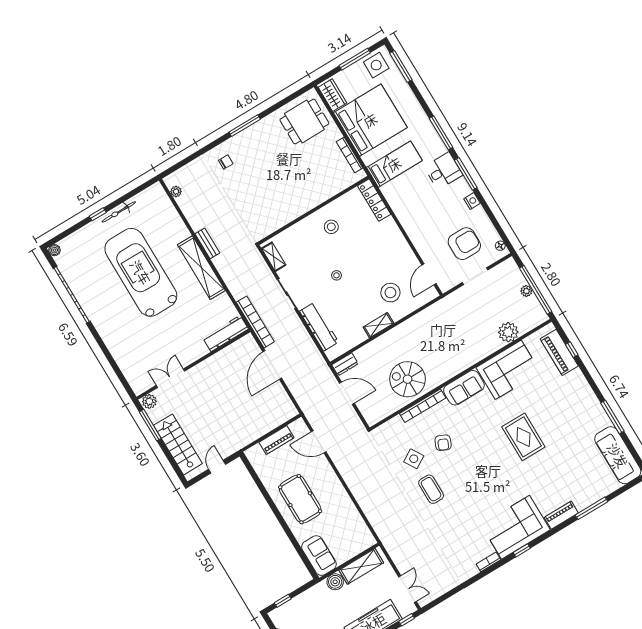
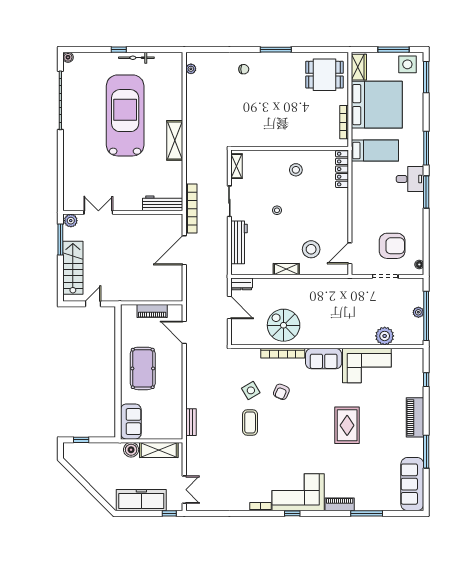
nightstand: (472, 201) -> (418, 216), removed
bench: (207, 243) -> (191, 422), moved
shelving: (201, 268) -> (175, 140), width x0.68
piano: (559, 352) -> (415, 417), moved

